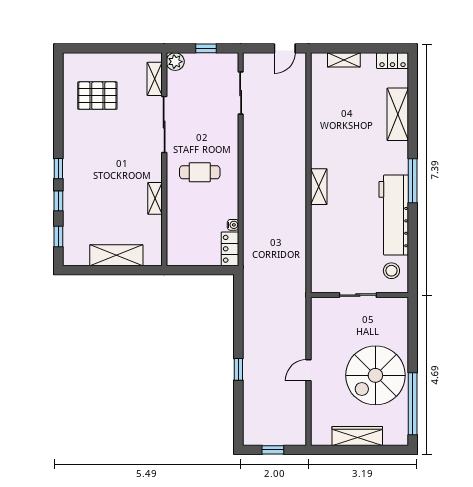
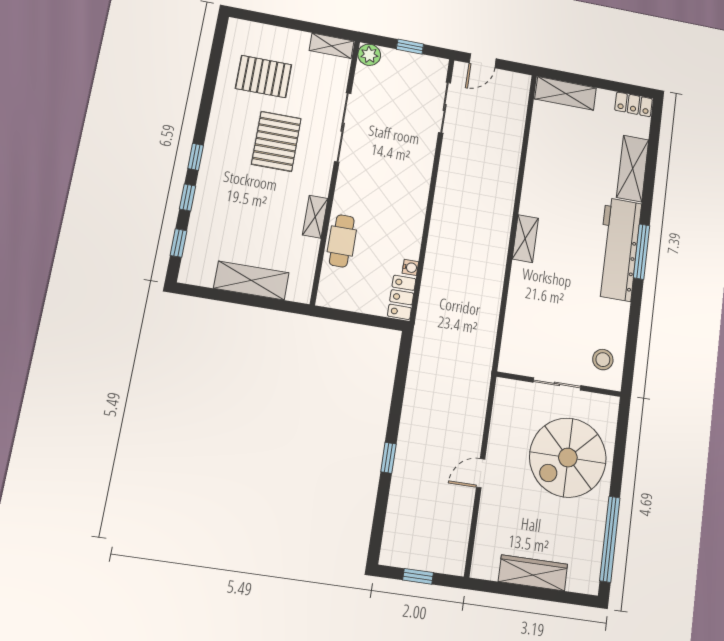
door: (285, 48) -> (483, 61), moved
shelving: (344, 60) -> (566, 93), width x1.50, depth x1.33
shelving: (155, 79) -> (332, 46), moved, turned 90
pallet: (116, 145) -> (276, 141), added
cafe table: (200, 172) -> (342, 241), moved, turned 90
workbench: (394, 215) -> (618, 249), moved
spiral stairs: (375, 375) -> (568, 458), moved

